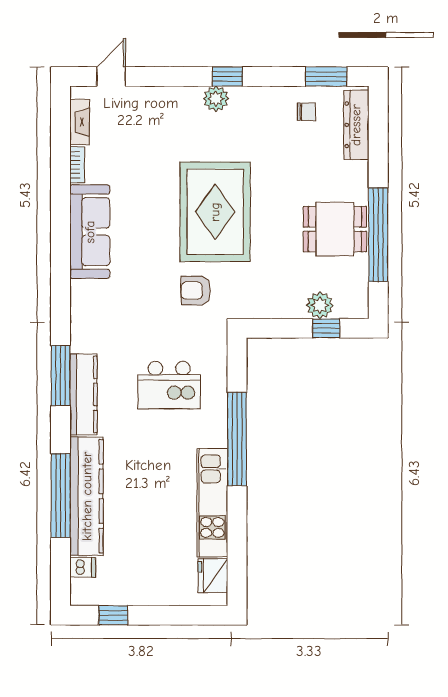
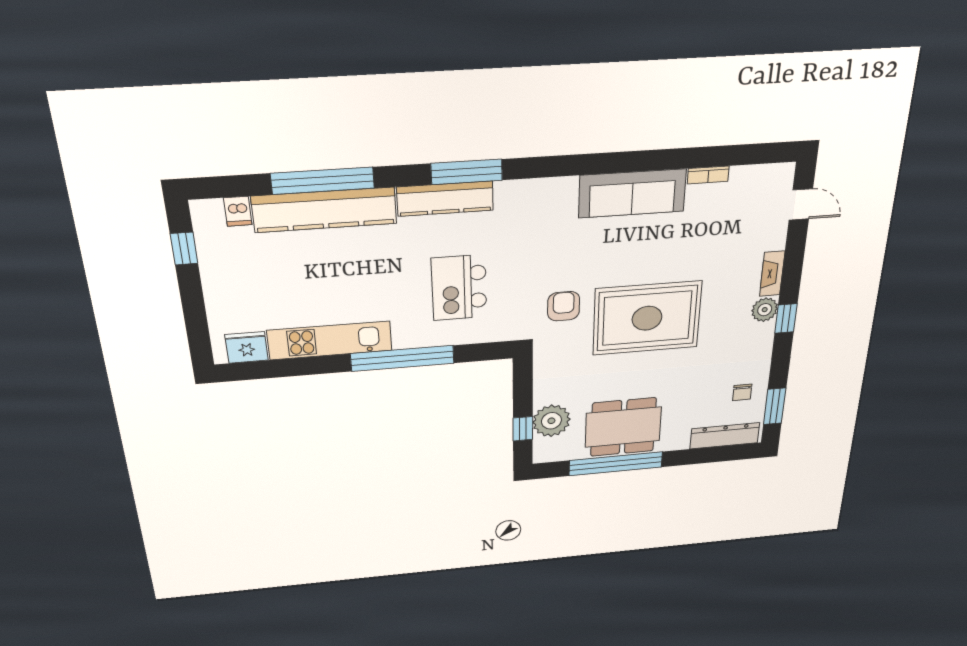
fireplace: (80, 122) -> (772, 274), moved, turned 90
dining table: (335, 229) -> (623, 427), width x1.38
plant: (320, 305) -> (551, 421), width x1.36, depth x1.36

